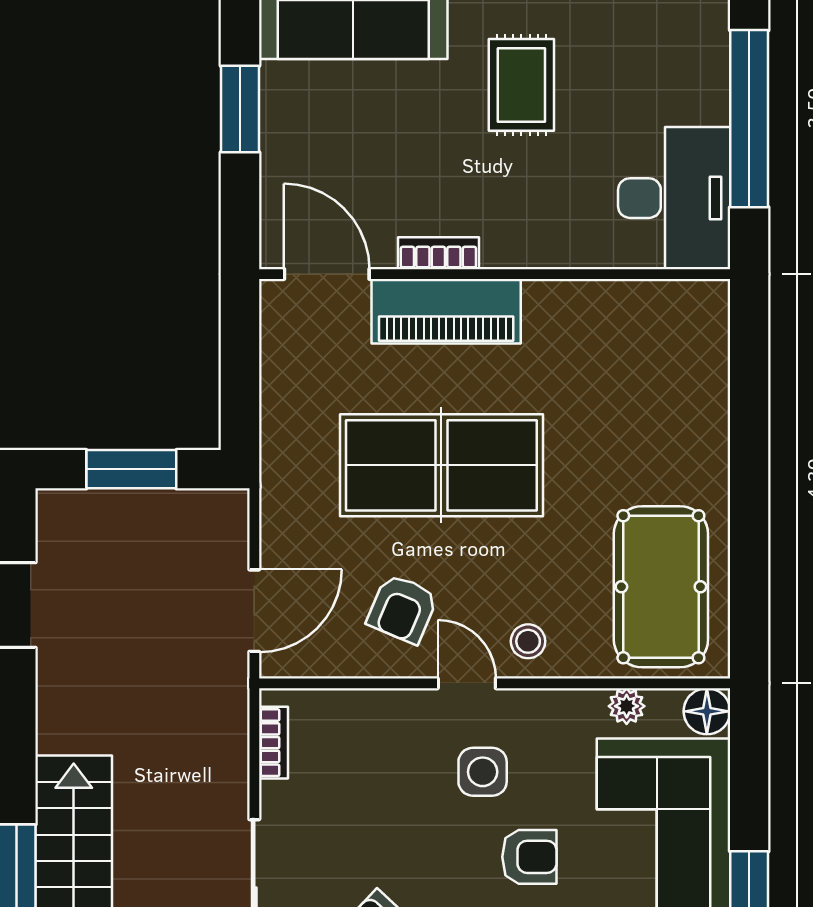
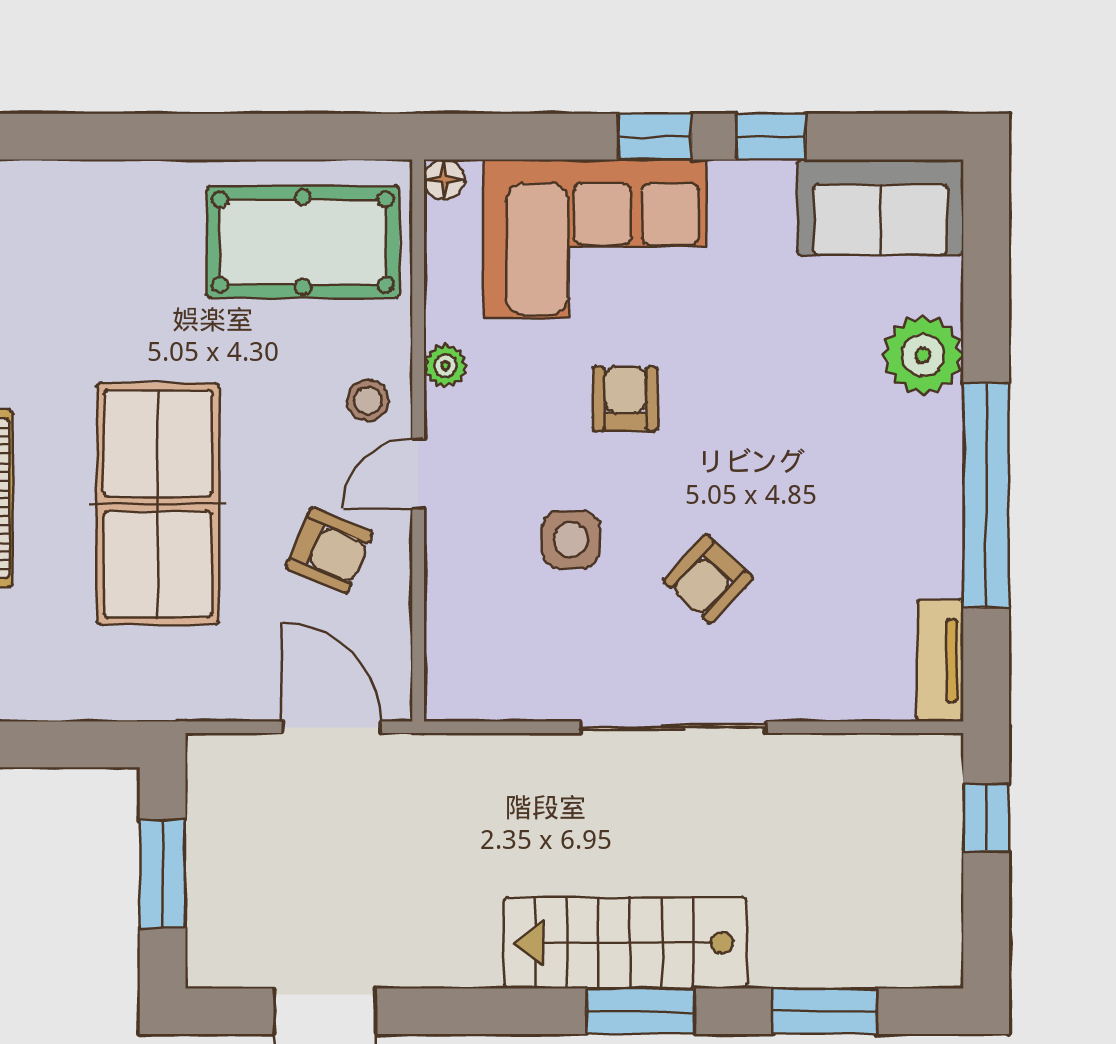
plant: (627, 706) -> (445, 365), moved
floor lamp: (707, 711) -> (444, 179), width x0.73, depth x0.73
bookcase: (273, 743) -> (489, 704), removed
side table: (483, 772) -> (571, 540), moved

